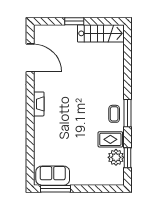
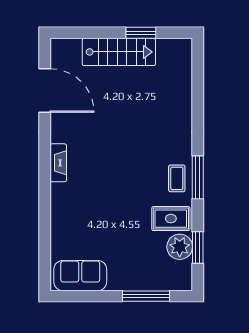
window: (74, 21) -> (141, 33), moved
stairs: (101, 33) -> (119, 52), moved
window: (55, 189) -> (146, 296), moved

